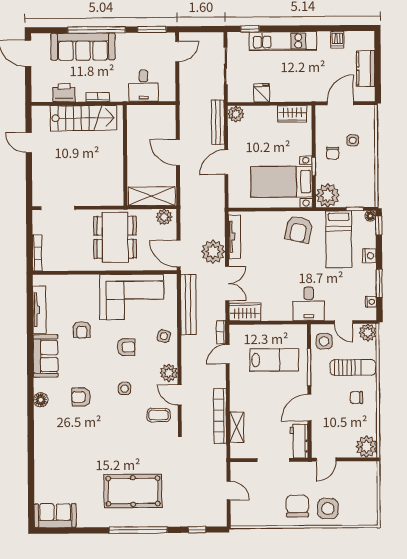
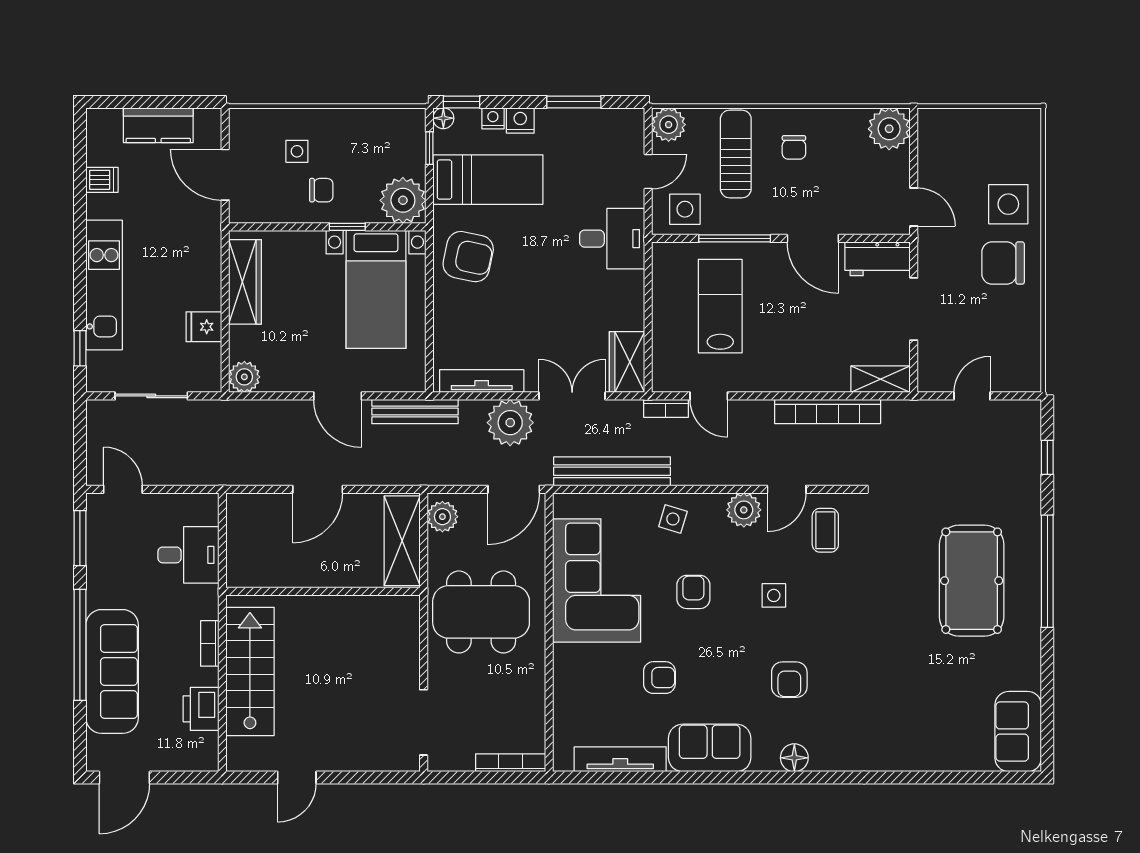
wardrobe: (292, 114) -> (245, 282), width x1.50
bench: (218, 122) -> (415, 412), moved
nightstand: (371, 302) -> (493, 118), moved
shelving: (237, 427) -> (881, 379), moved

